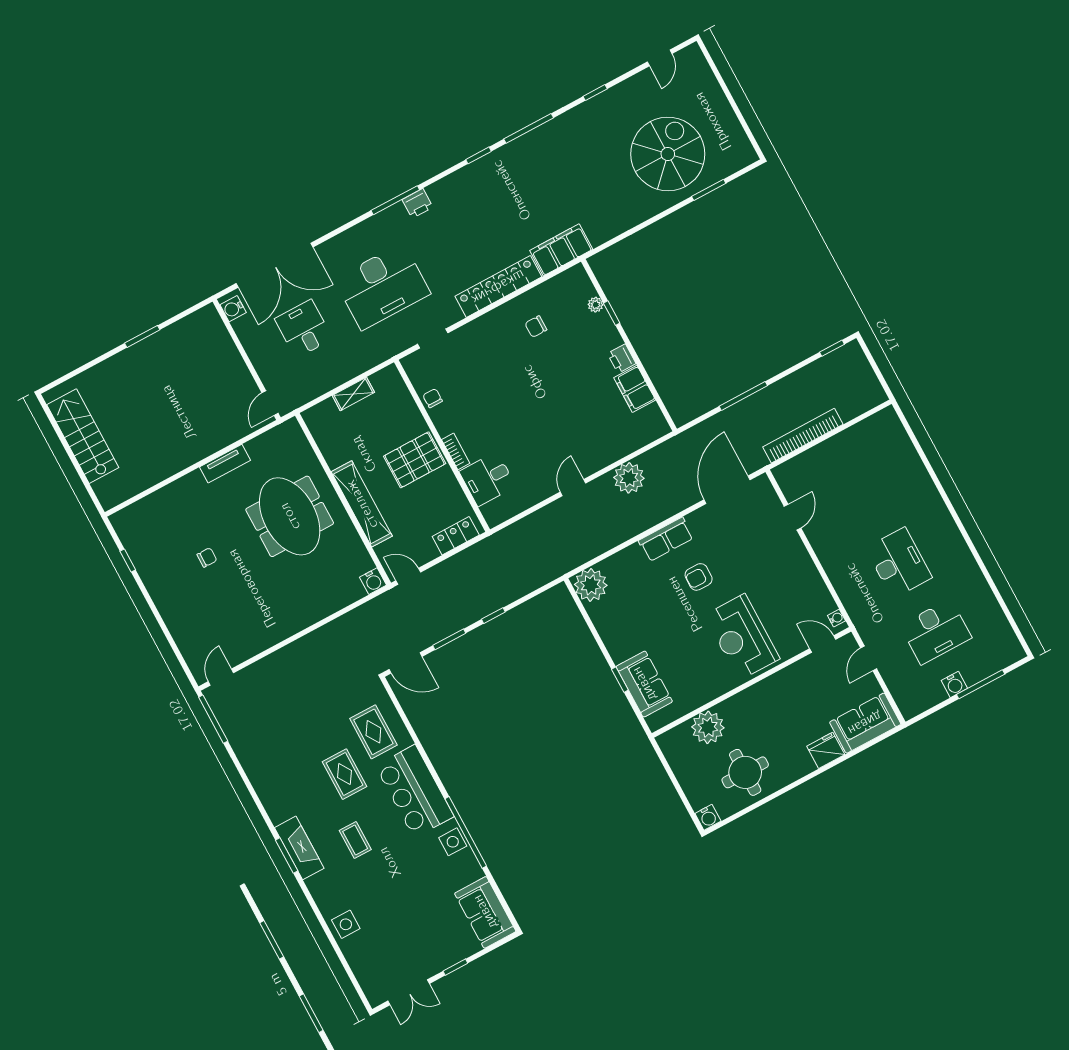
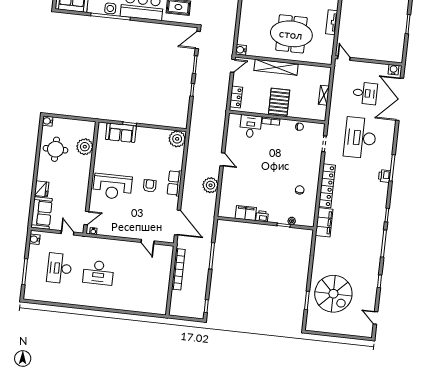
reception desk: (742, 637) -> (112, 187), turned 180
water cooler: (954, 684) -> (35, 239), moved

